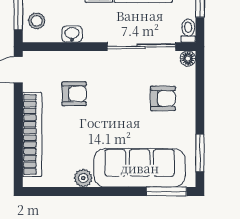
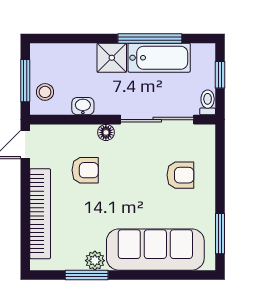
floor lamp: (188, 59) -> (106, 132), moved
window: (166, 191) -> (87, 275), moved

